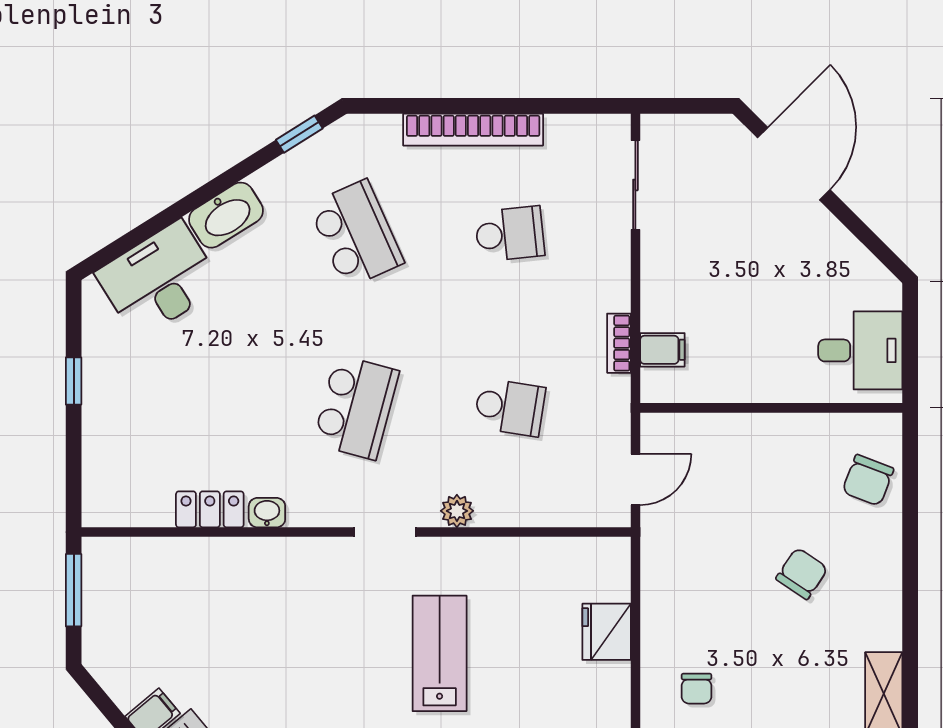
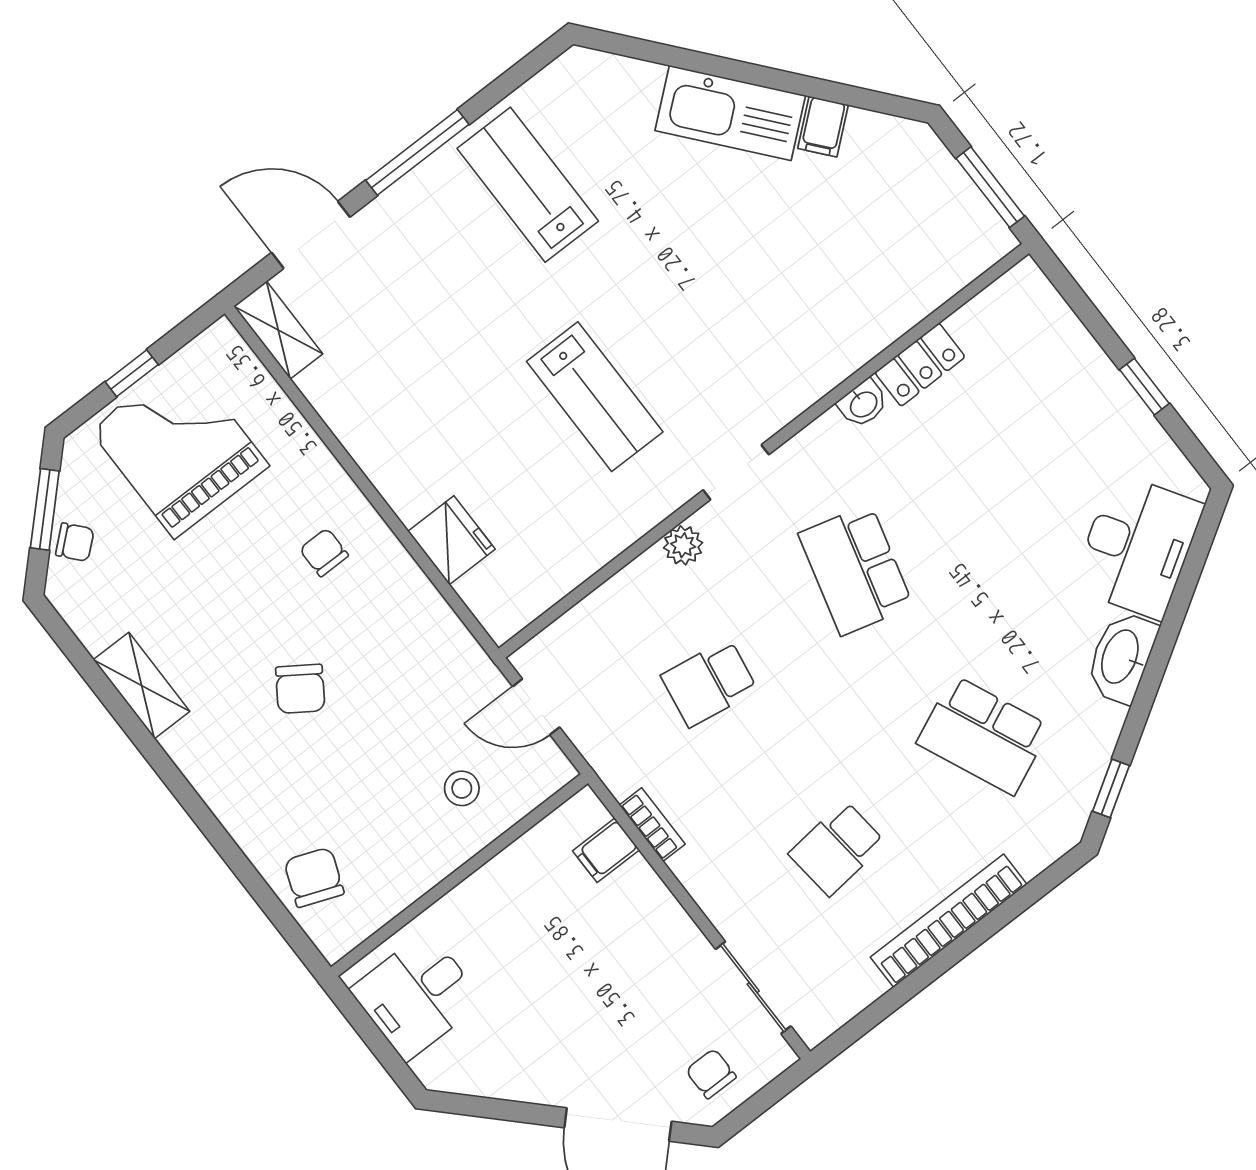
chair: (707, 150) -> (711, 1074), added
stool: (726, 464) -> (462, 788), added
door: (635, 479) -> (536, 707), hinge flipped
chair: (802, 574) -> (300, 689), moved

